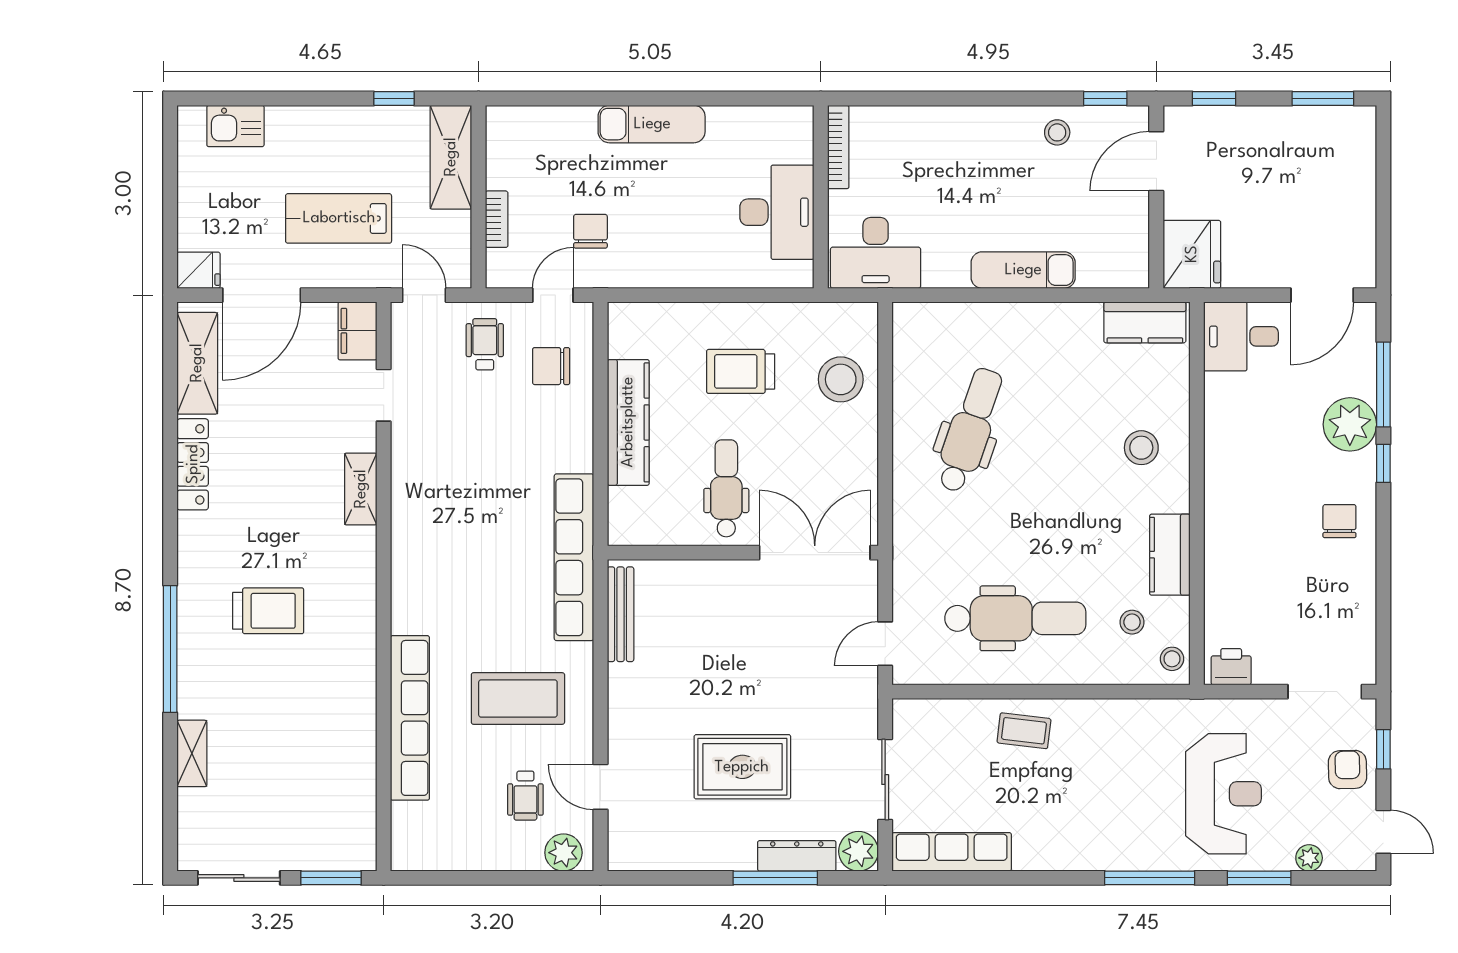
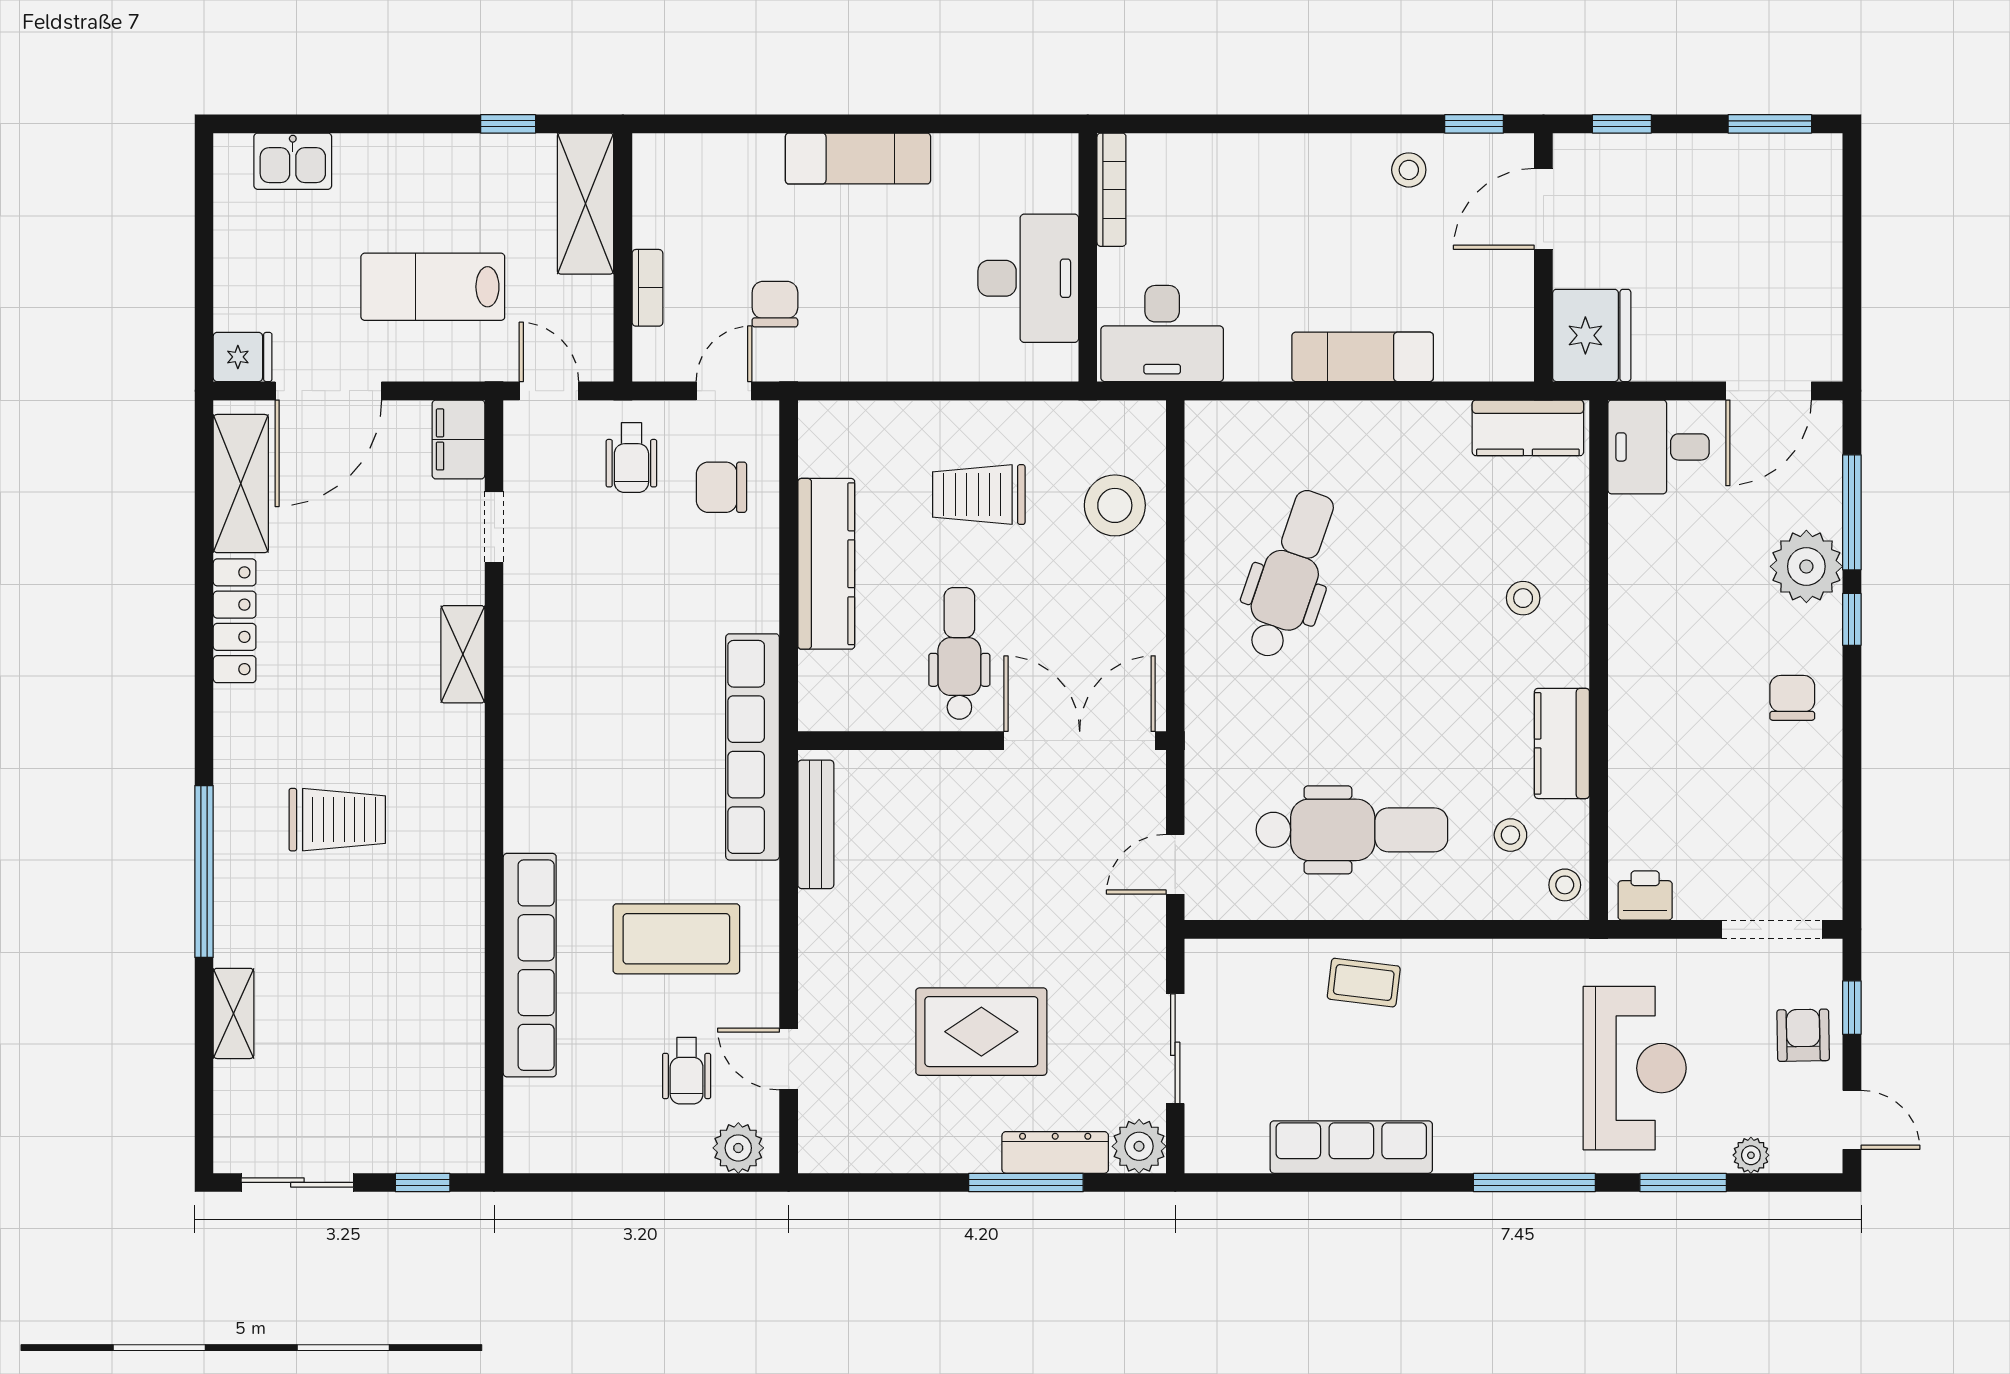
wheelchair: (485, 344) -> (631, 458), turned 180
stool: (1141, 448) -> (1523, 598), width x0.73, depth x0.73
row of seats: (952, 852) -> (1351, 1147), moved
window: (331, 878) -> (423, 1182), width x0.67

